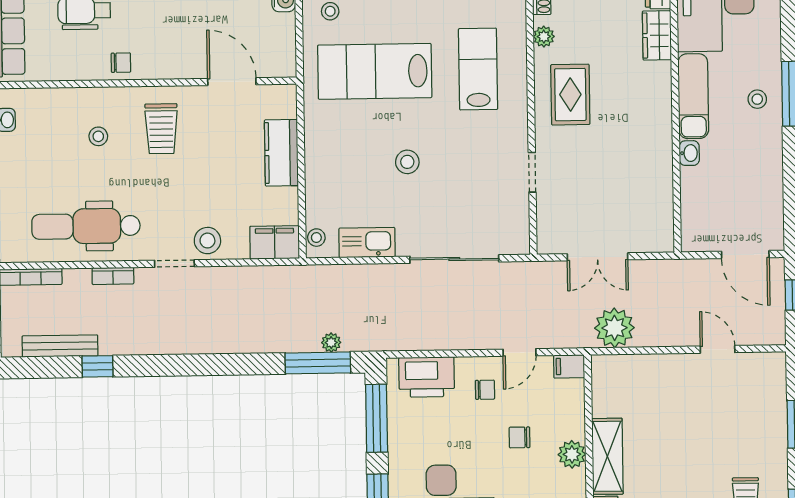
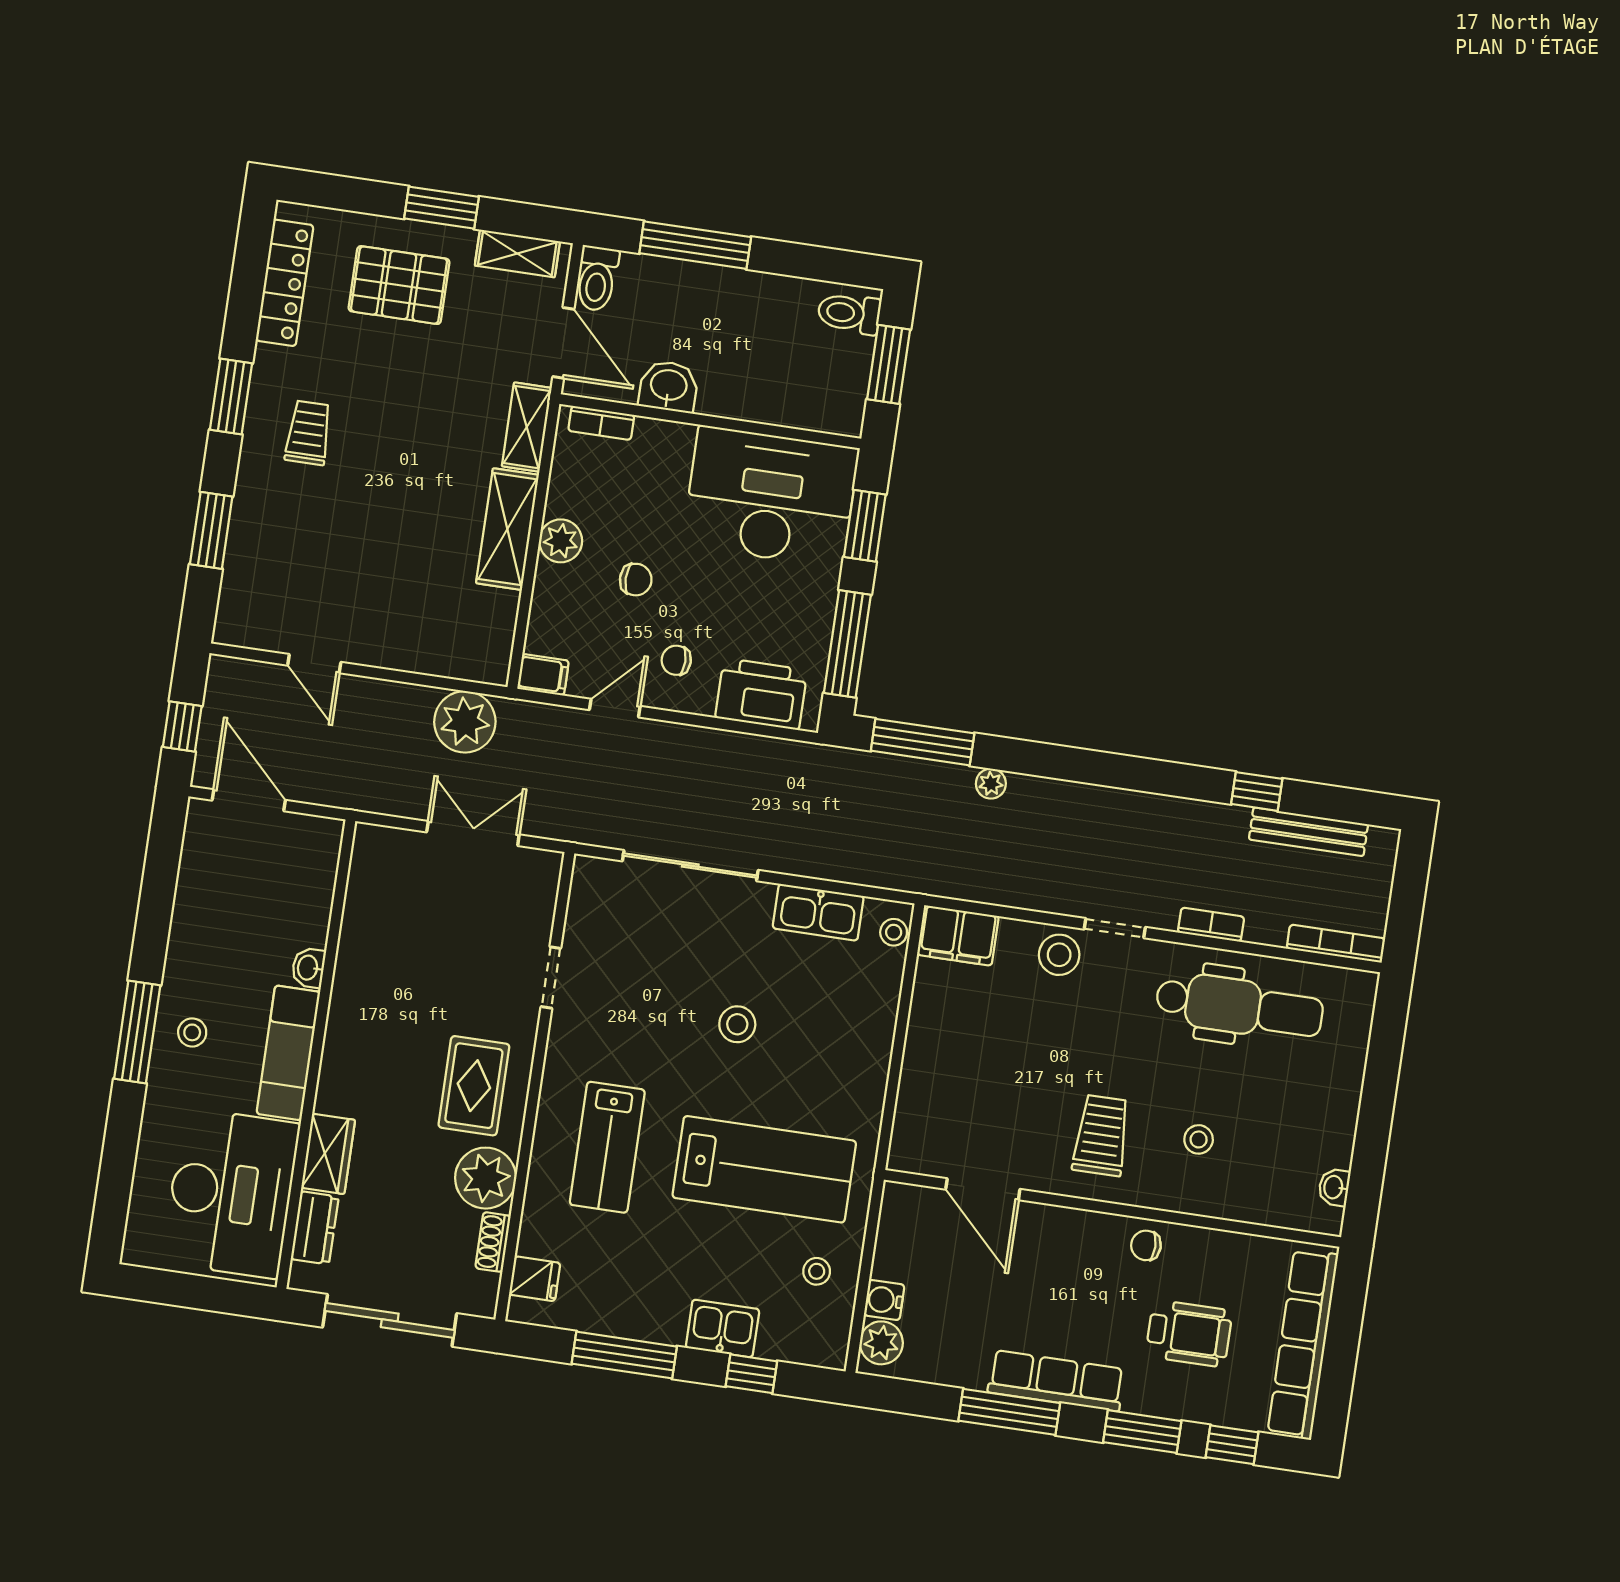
plant: (544, 37) -> (486, 1178), width x1.87, depth x1.87
kitchen counter: (281, 153) -> (926, 1069), removed
plant: (331, 343) -> (991, 784), moved

